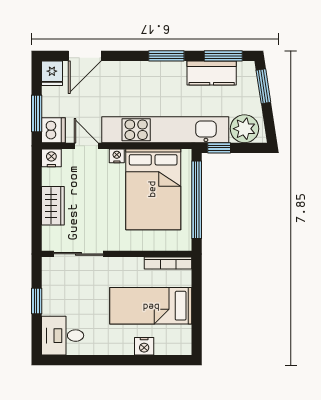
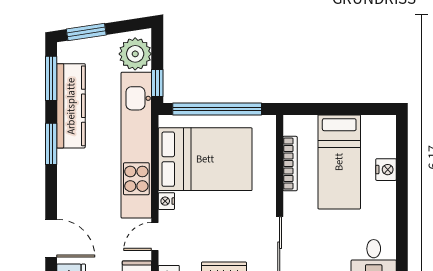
kitchen counter: (212, 73) -> (71, 106), width x1.50
bookcase: (168, 263) -> (290, 164), moved

